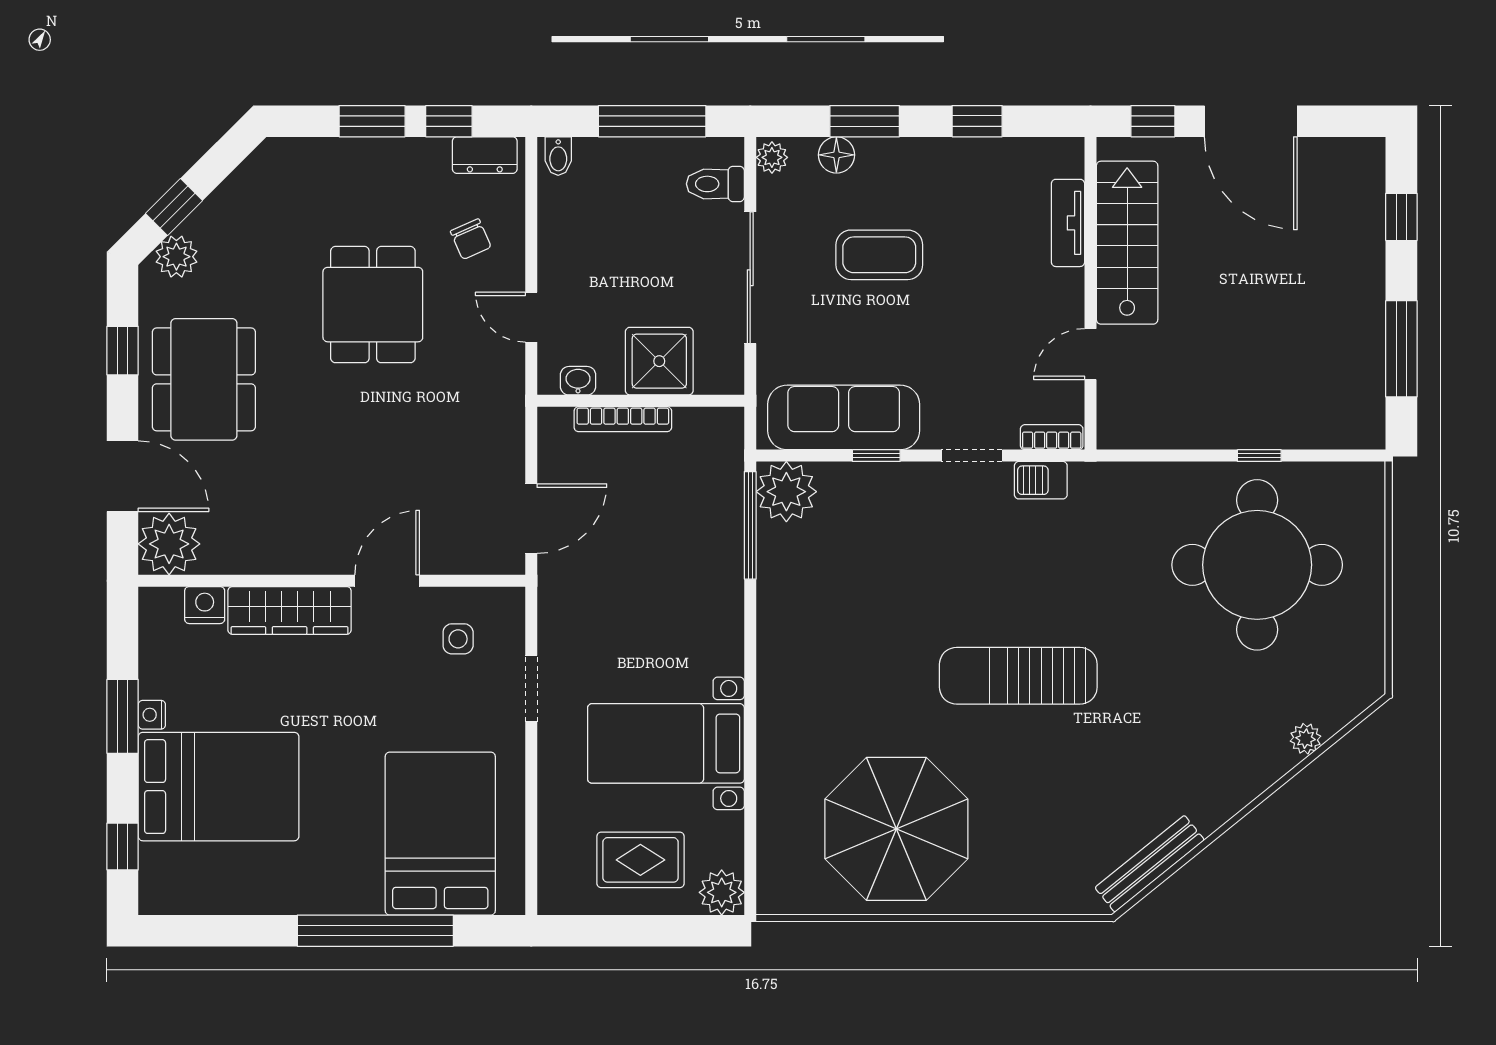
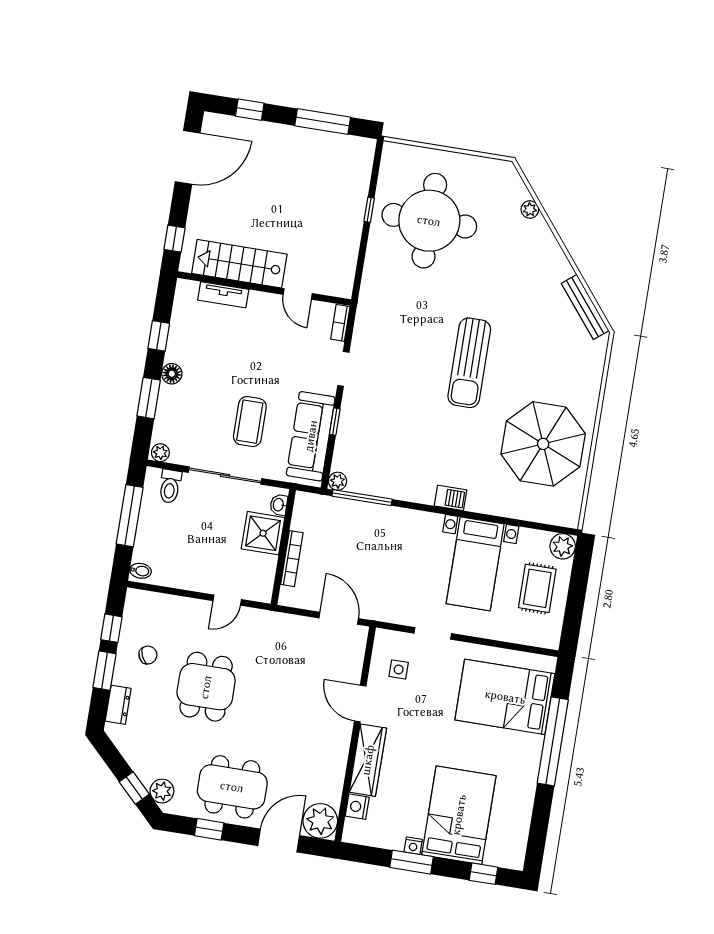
door: (1251, 121) -> (188, 157), moved
dresser: (485, 155) -> (118, 705), moved
floor lamp: (836, 155) -> (172, 374), moved
chair: (471, 239) -> (148, 655), moved
coffee table: (879, 255) -> (250, 422), moved
dining table: (373, 305) -> (206, 687), turned 90
washbasin: (578, 381) -> (279, 505), moved
barbecue: (1041, 480) -> (450, 498), moved, turned -90
plant: (786, 492) -> (338, 481), width x0.53, depth x0.53

